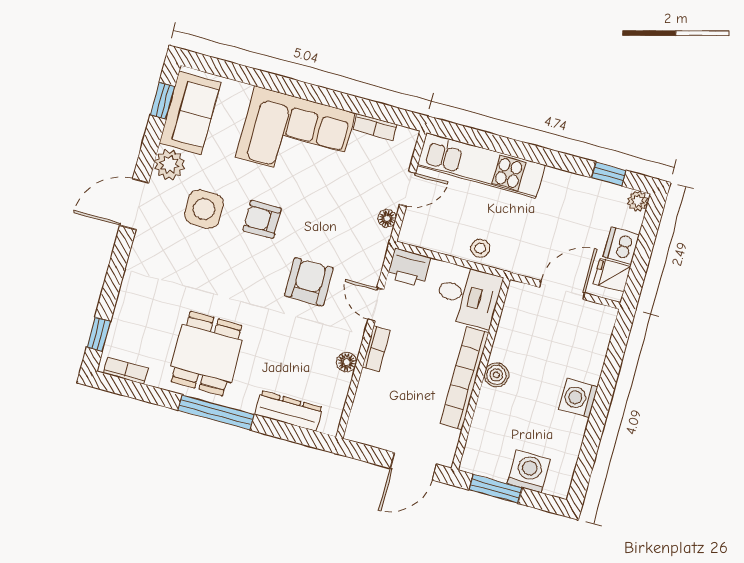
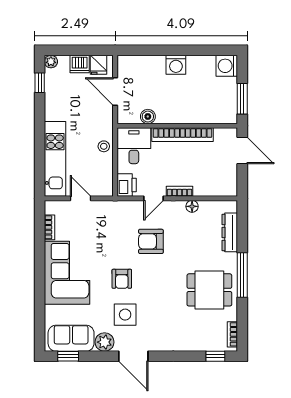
floor lamp: (387, 218) -> (101, 206), removed
boiler: (496, 375) -> (148, 117), moved
washing machine: (529, 471) -> (227, 66), moved

